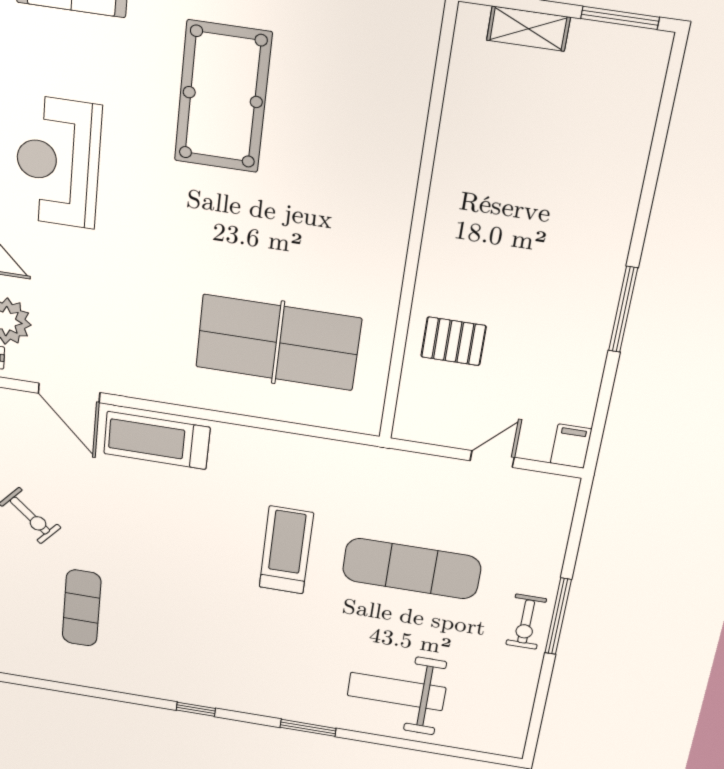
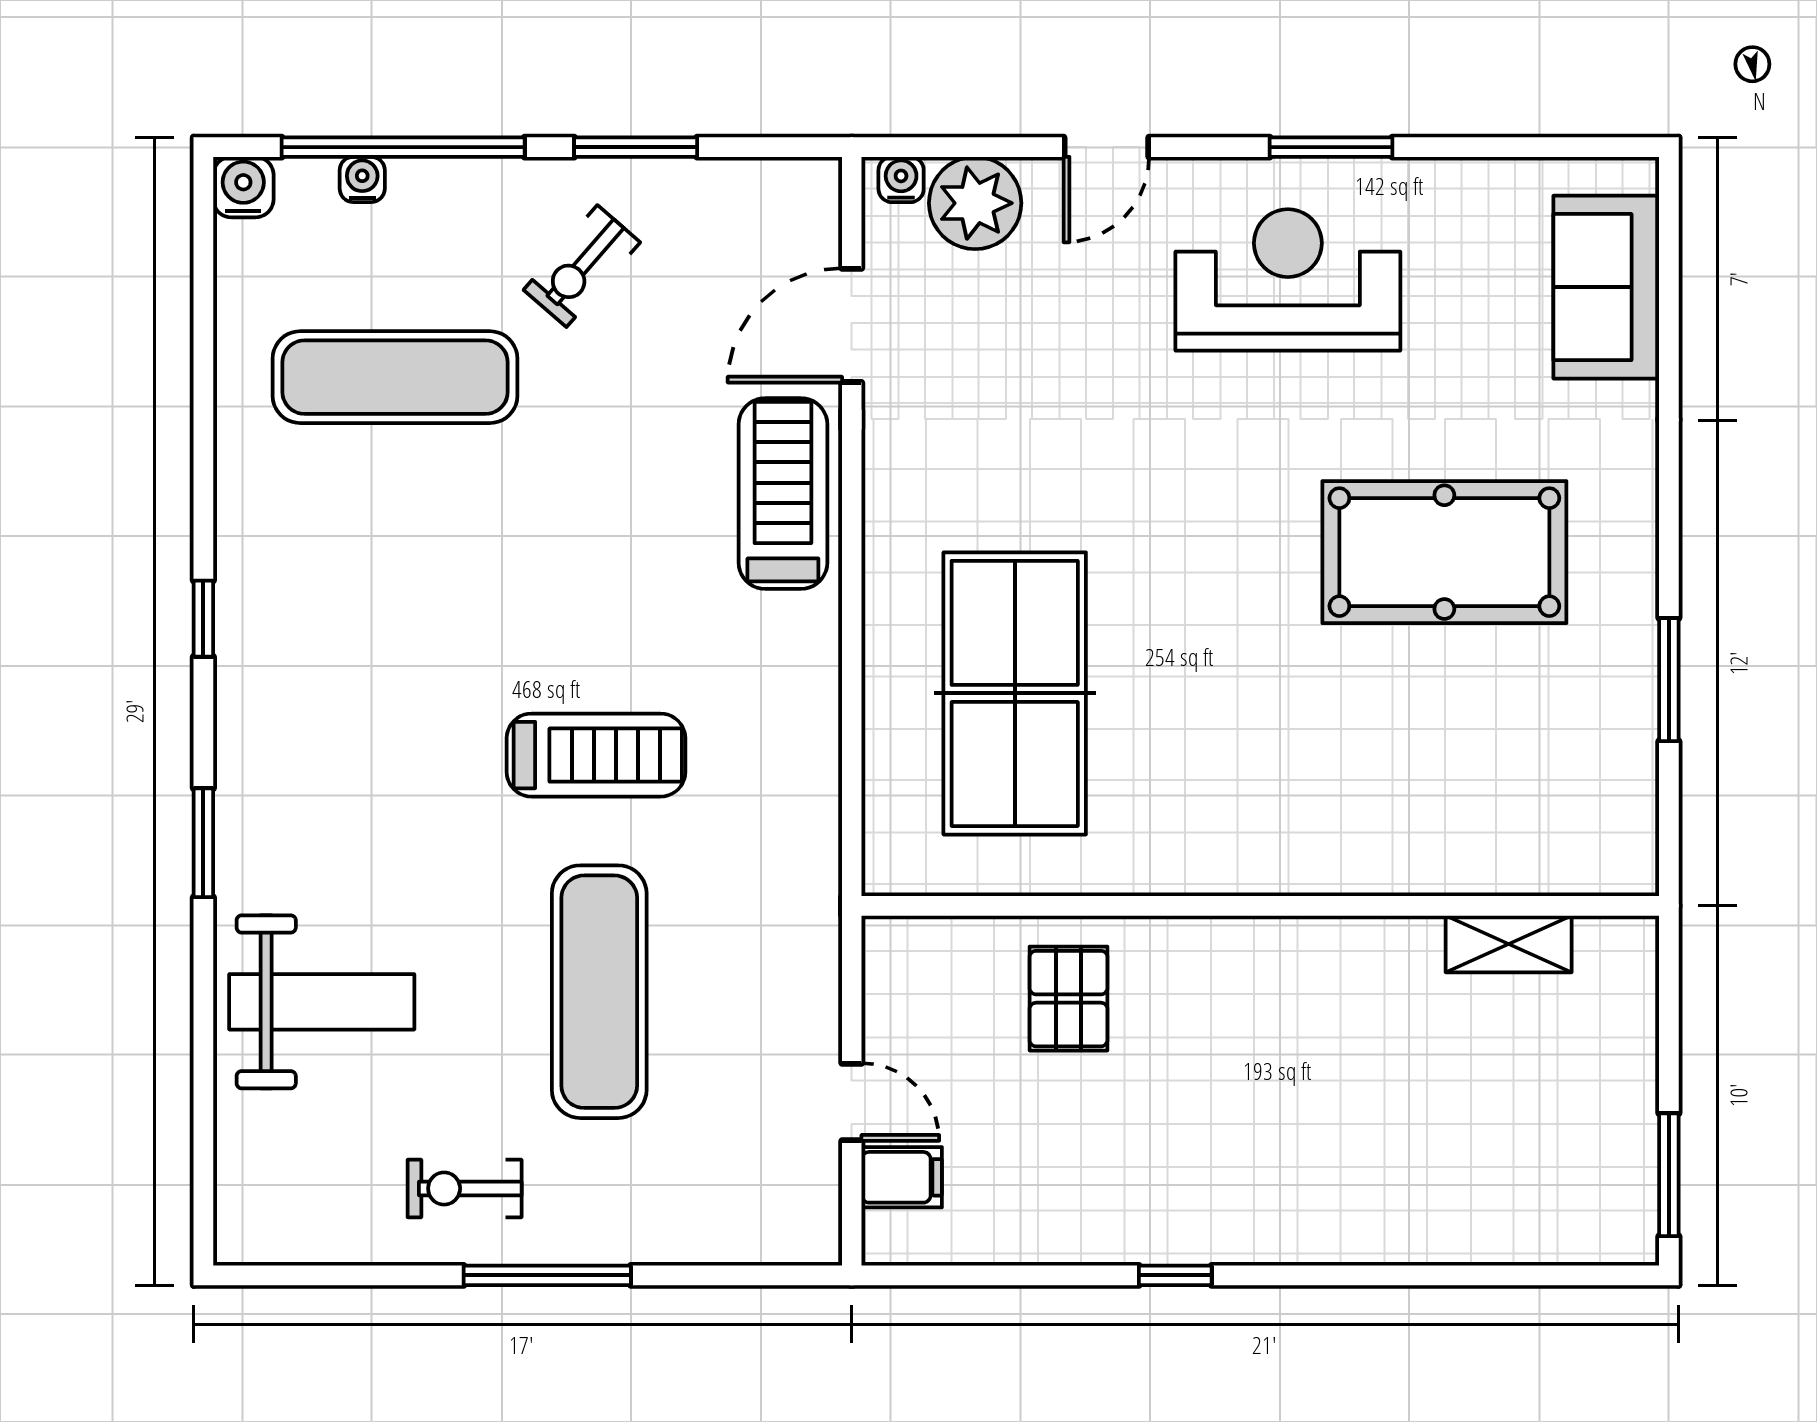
shelving: (528, 29) -> (1509, 944), moved, turned 90
window: (623, 309) -> (1175, 1275), width x0.46
filing cabinet: (571, 446) -> (902, 1177), moved
exercise mat: (82, 608) -> (395, 377), width x1.36, depth x1.45
exercise bike: (526, 622) -> (465, 1188), moved
weight bench: (396, 692) -> (322, 1002), turned 90

